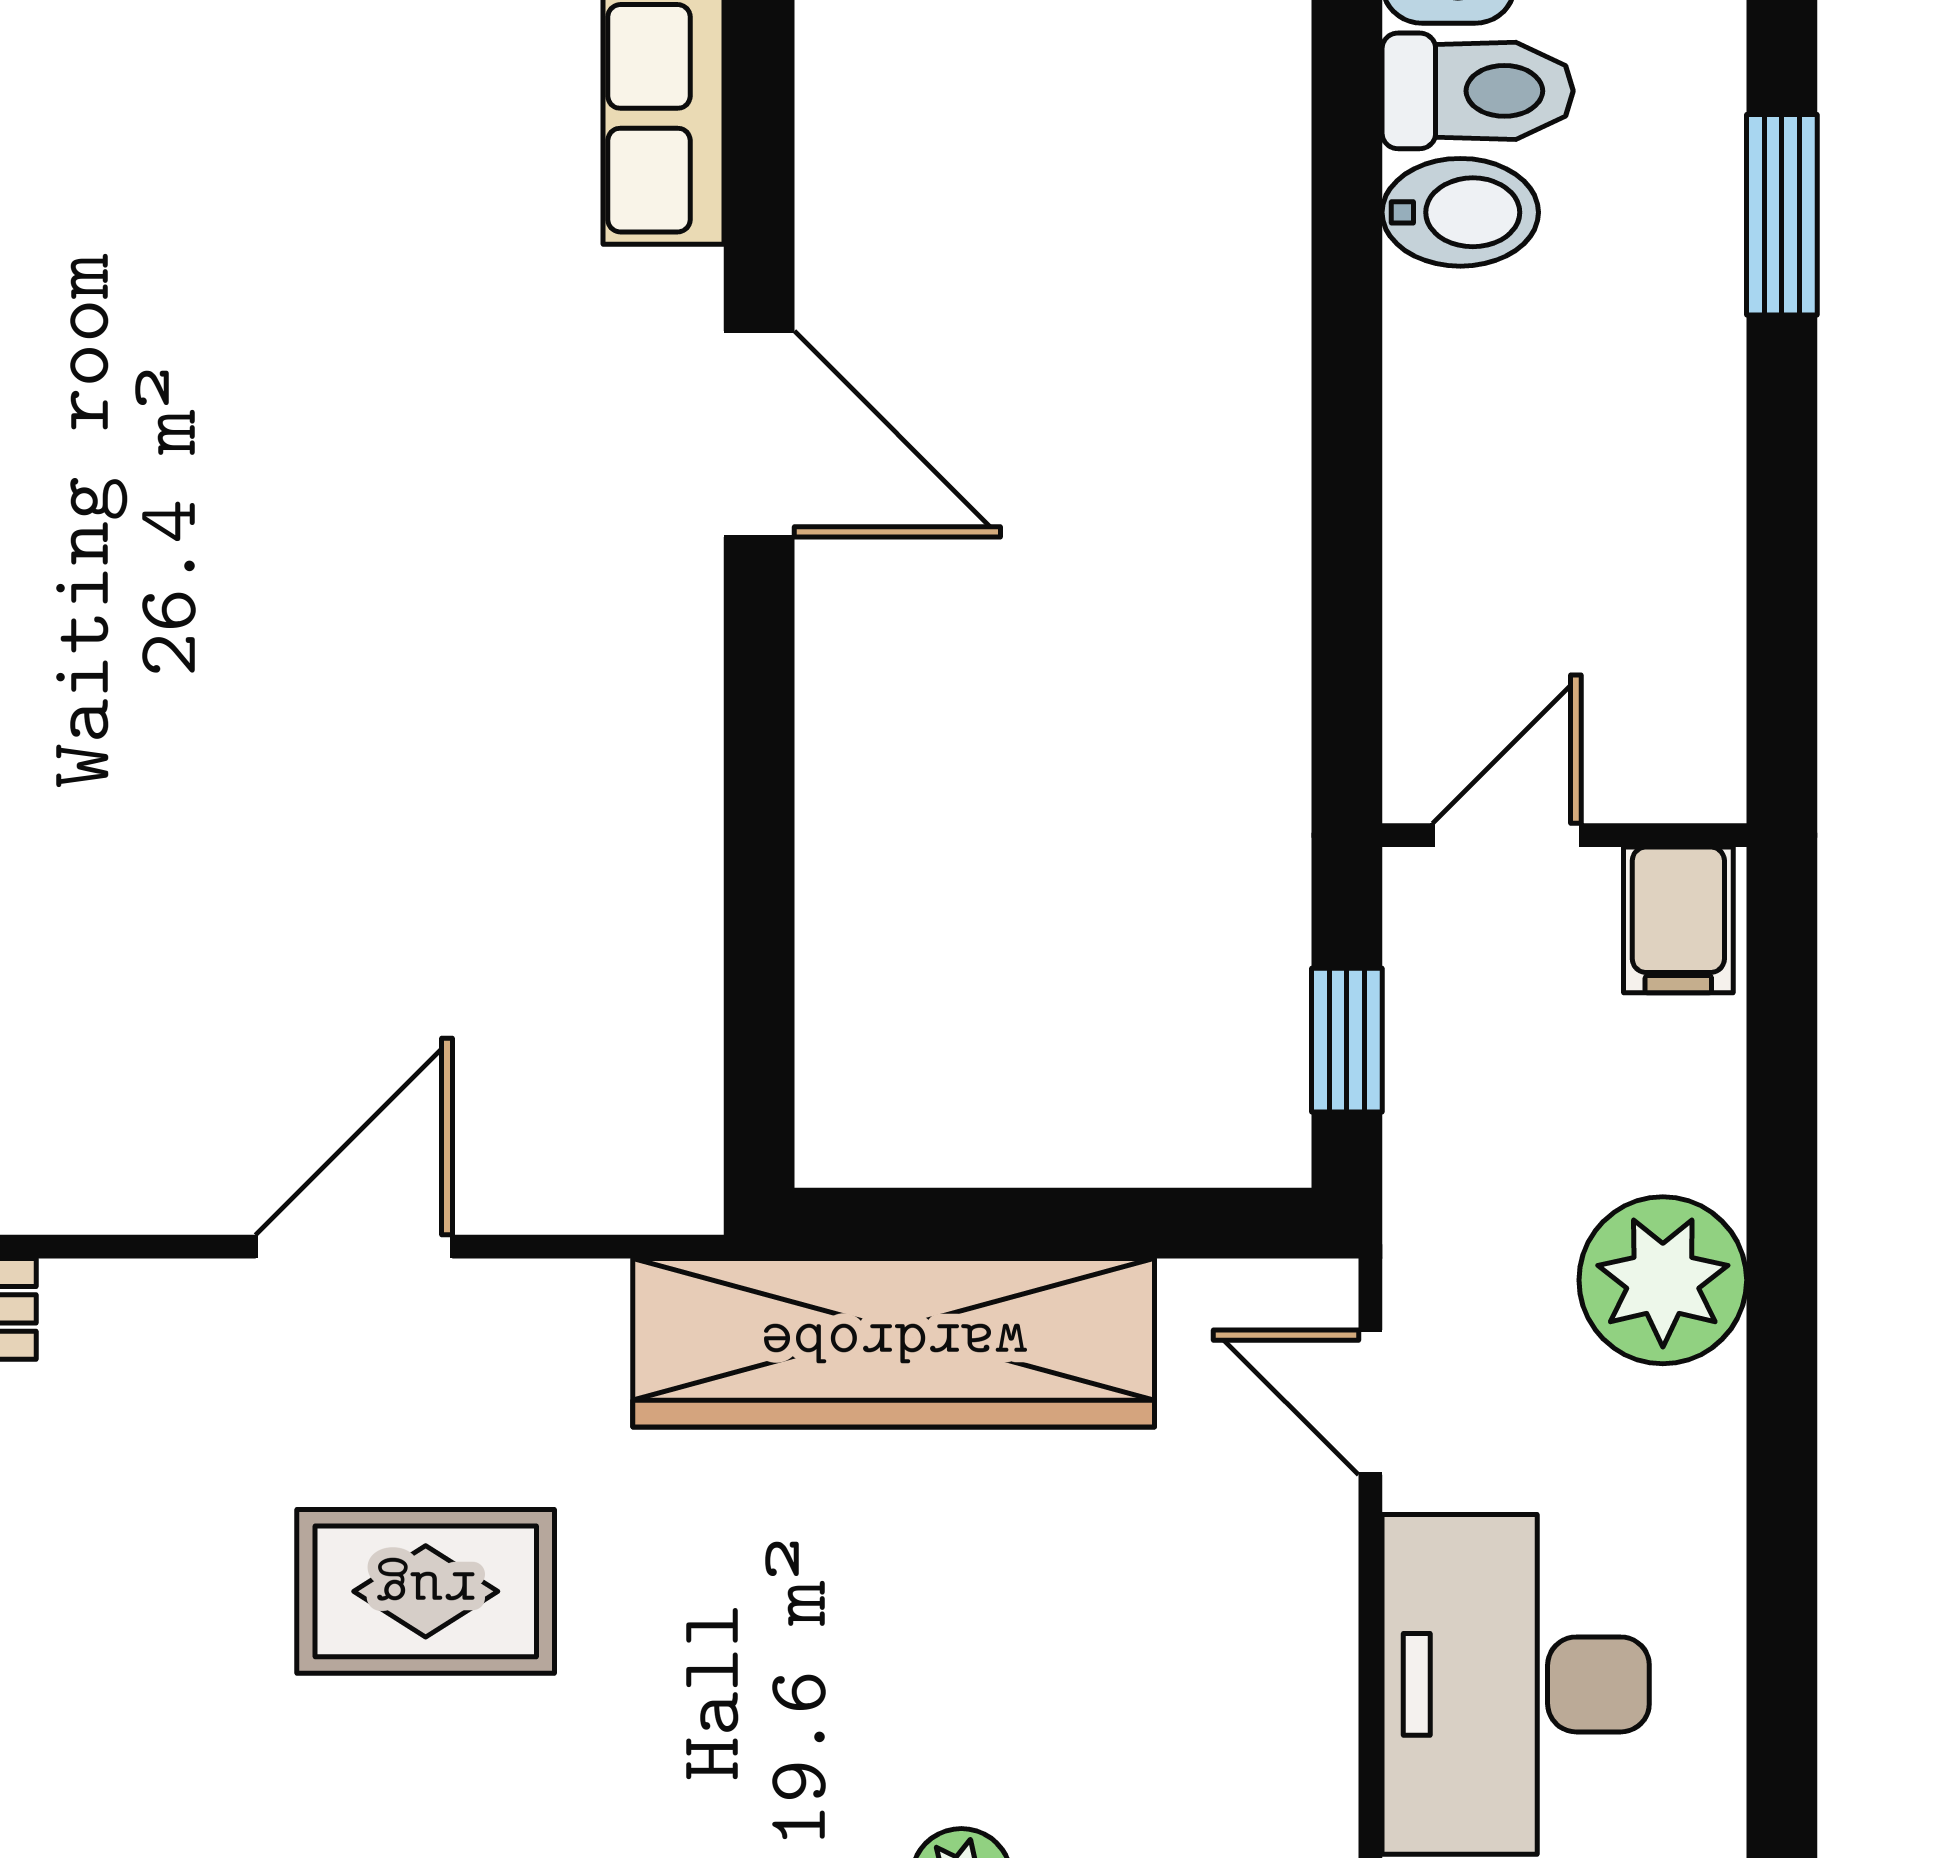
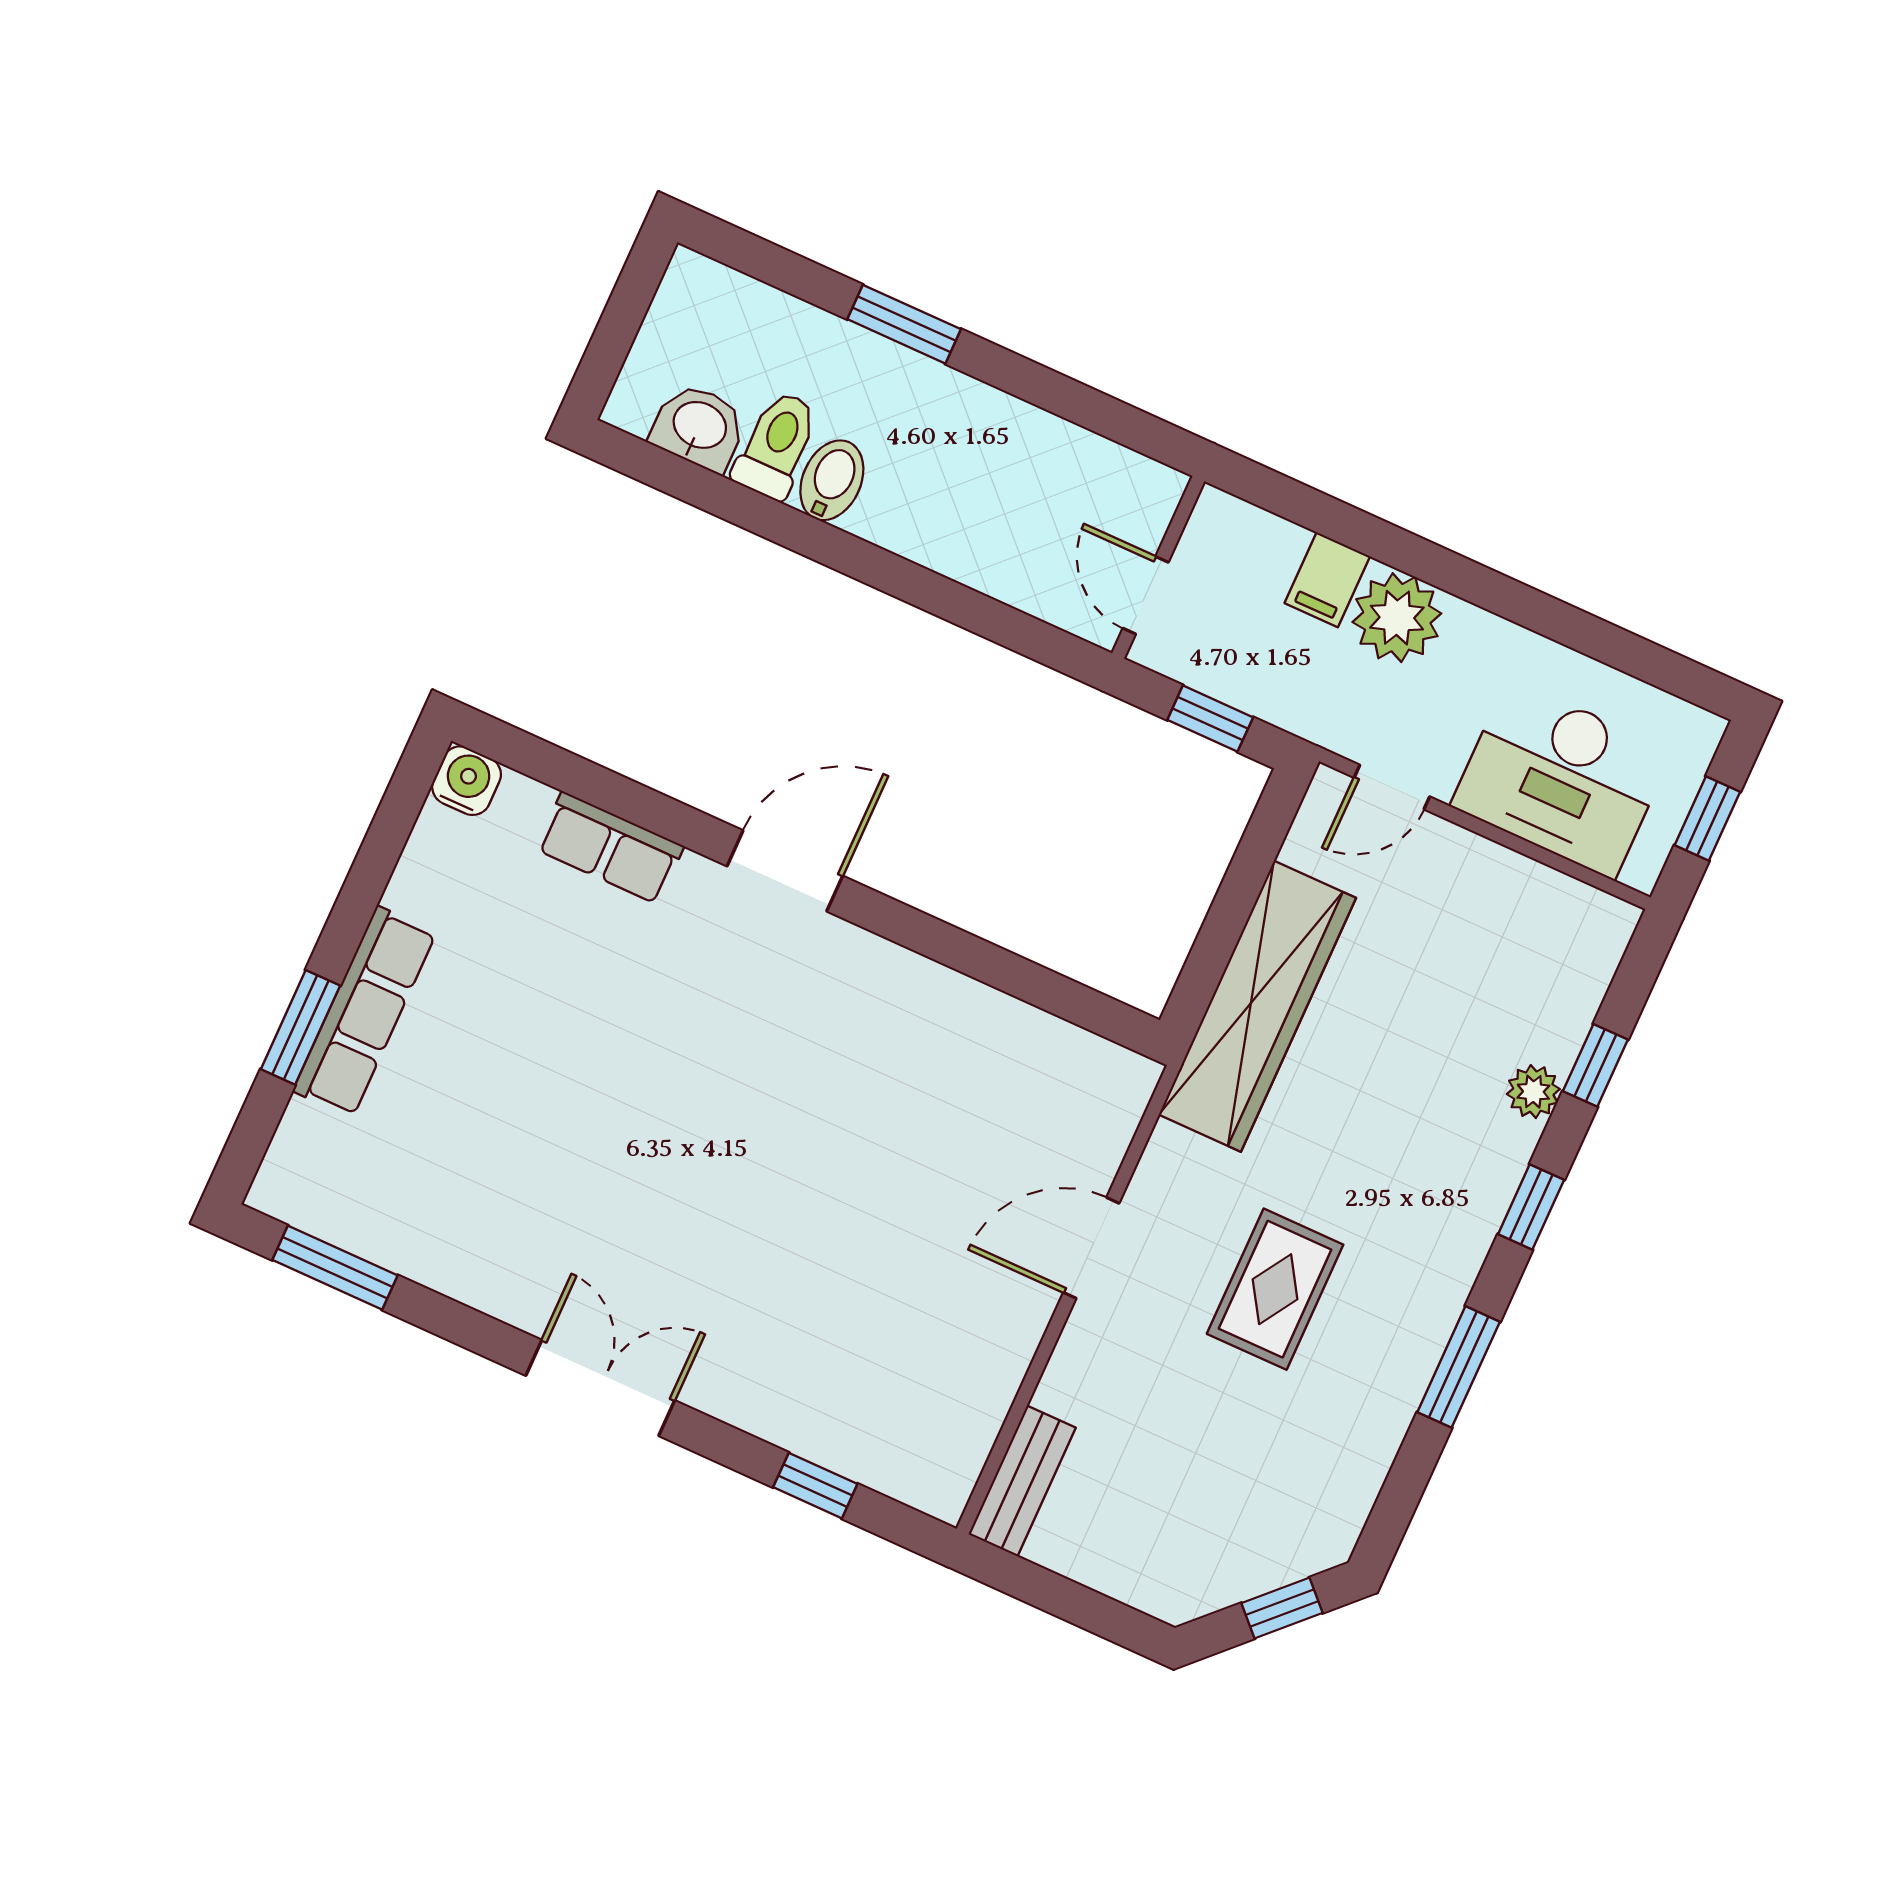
filing cabinet: (1678, 920) -> (1327, 580), moved, turned 90
door: (354, 1247) -> (1091, 1248), hinge flipped

